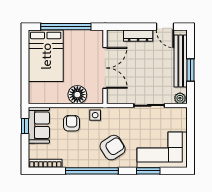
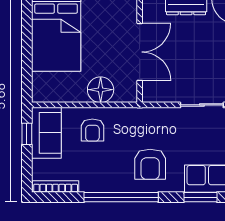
side table: (95, 115) -> (126, 119), removed
armchair: (72, 123) -> (92, 130), turned 180
armchair: (113, 148) -> (150, 164), turned 122

